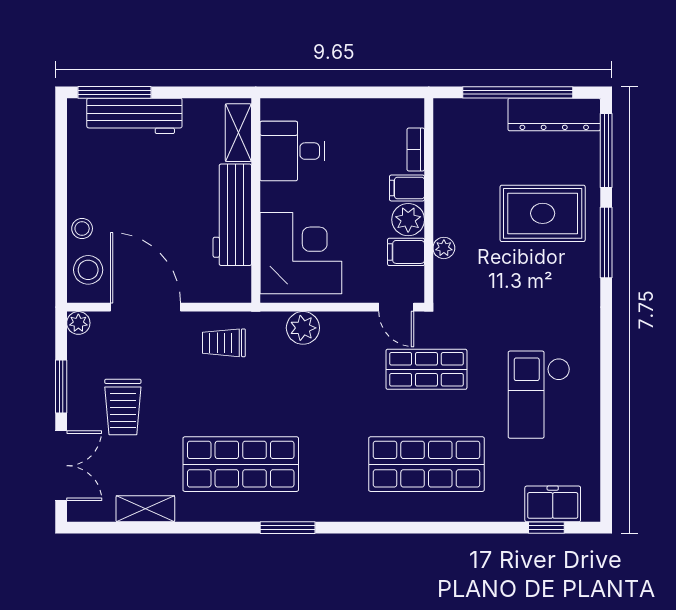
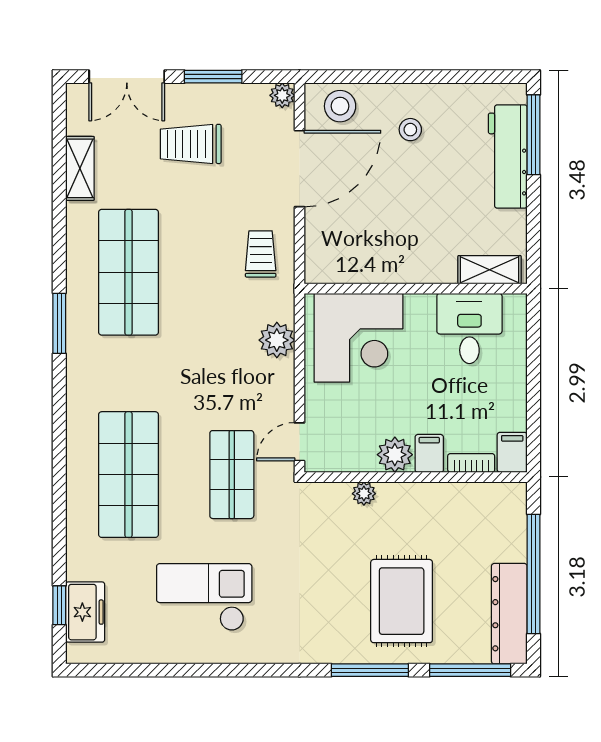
workbench: (232, 215) -> (400, 263), removed
stool: (82, 228) -> (410, 130), moved
filing cabinet: (406, 252) -> (512, 452), moved

